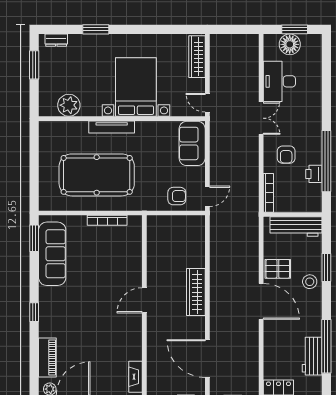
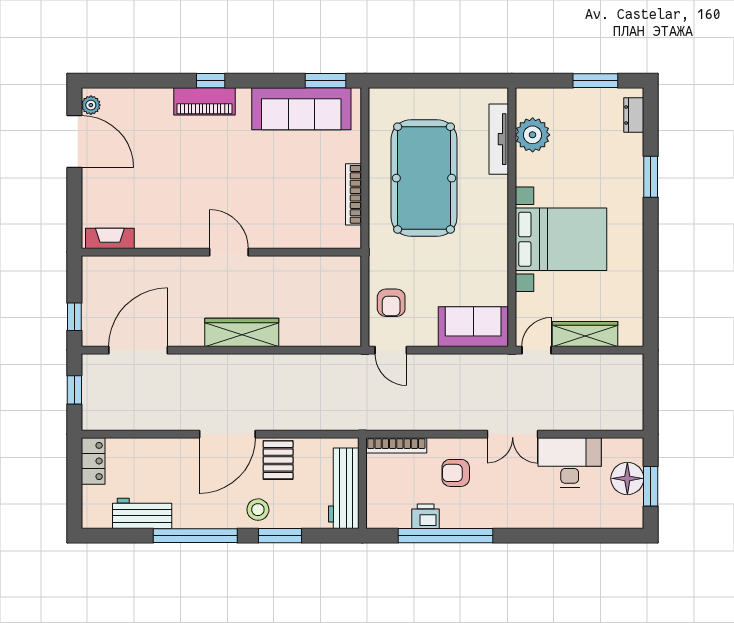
wardrobe: (197, 57) -> (585, 334), moved
tv unit: (112, 127) -> (499, 139), moved
window: (326, 346) -> (195, 536), moved
piano: (47, 358) -> (204, 101), moved

